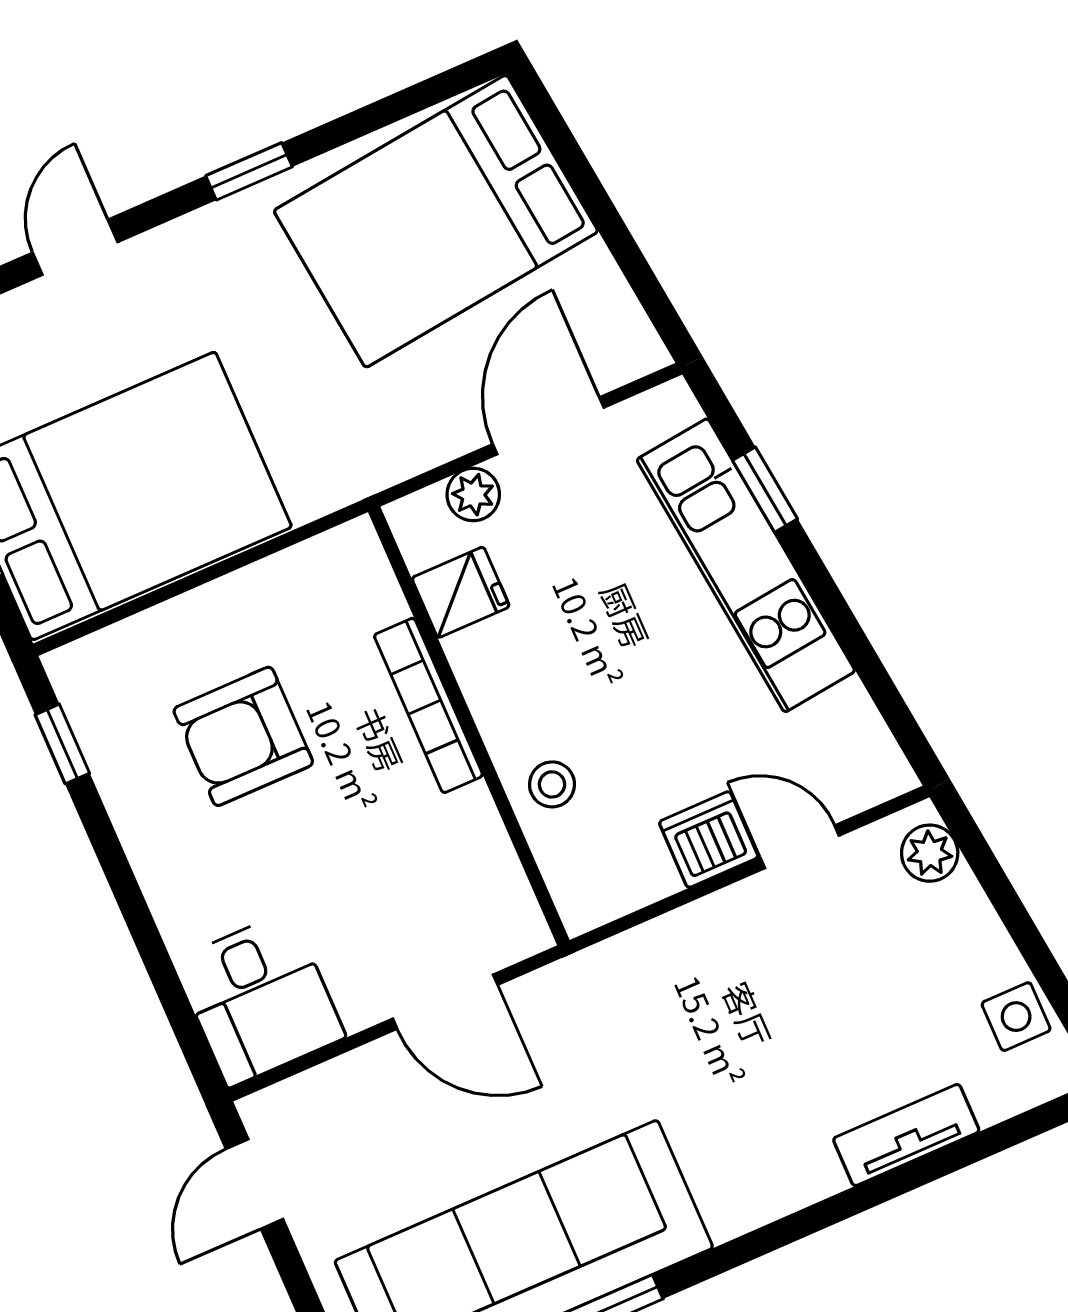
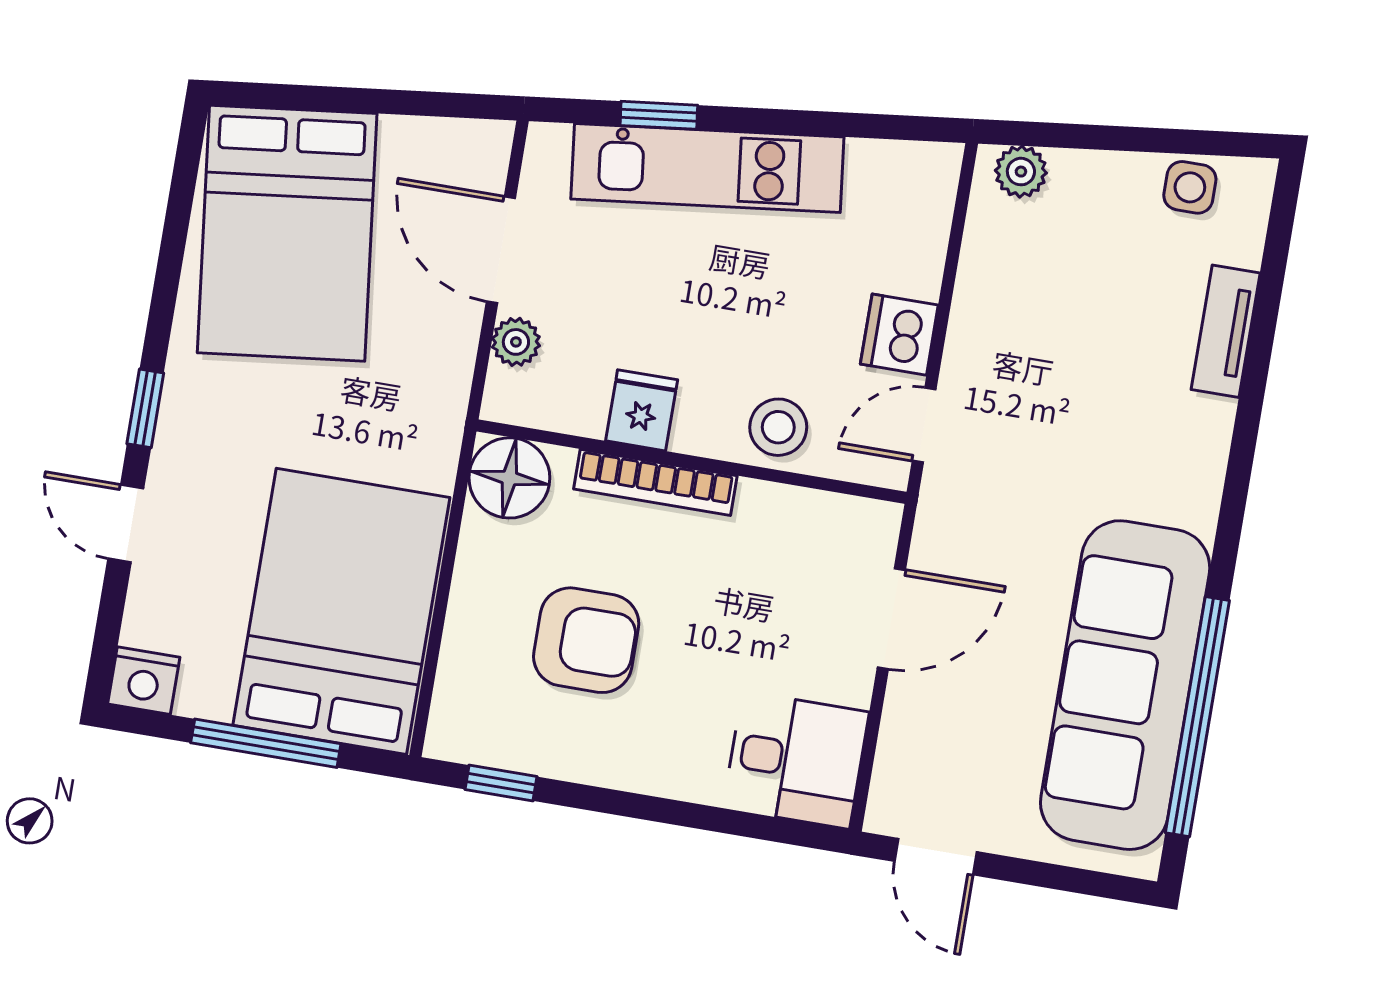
window: (249, 171) -> (145, 408), moved
floor lamp: (345, 570) -> (509, 478), added
fridge: (461, 592) -> (642, 410), moved
armchair: (243, 736) -> (586, 640), turned -90
stool: (552, 784) -> (778, 427), width x1.37, depth x1.37
door: (800, 847) -> (924, 425), moved

